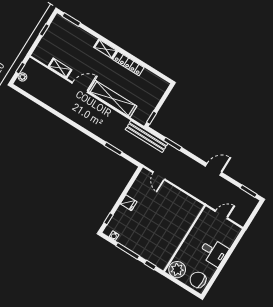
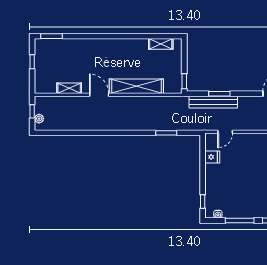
shelving: (106, 49) -> (161, 44), moved
locker: (128, 63) -> (131, 44), removed
door: (80, 87) -> (99, 95), hinge flipped
bench: (147, 137) -> (213, 102), moved
door: (159, 176) -> (225, 132), hinge flipped
fridge: (129, 203) -> (212, 157), moved

